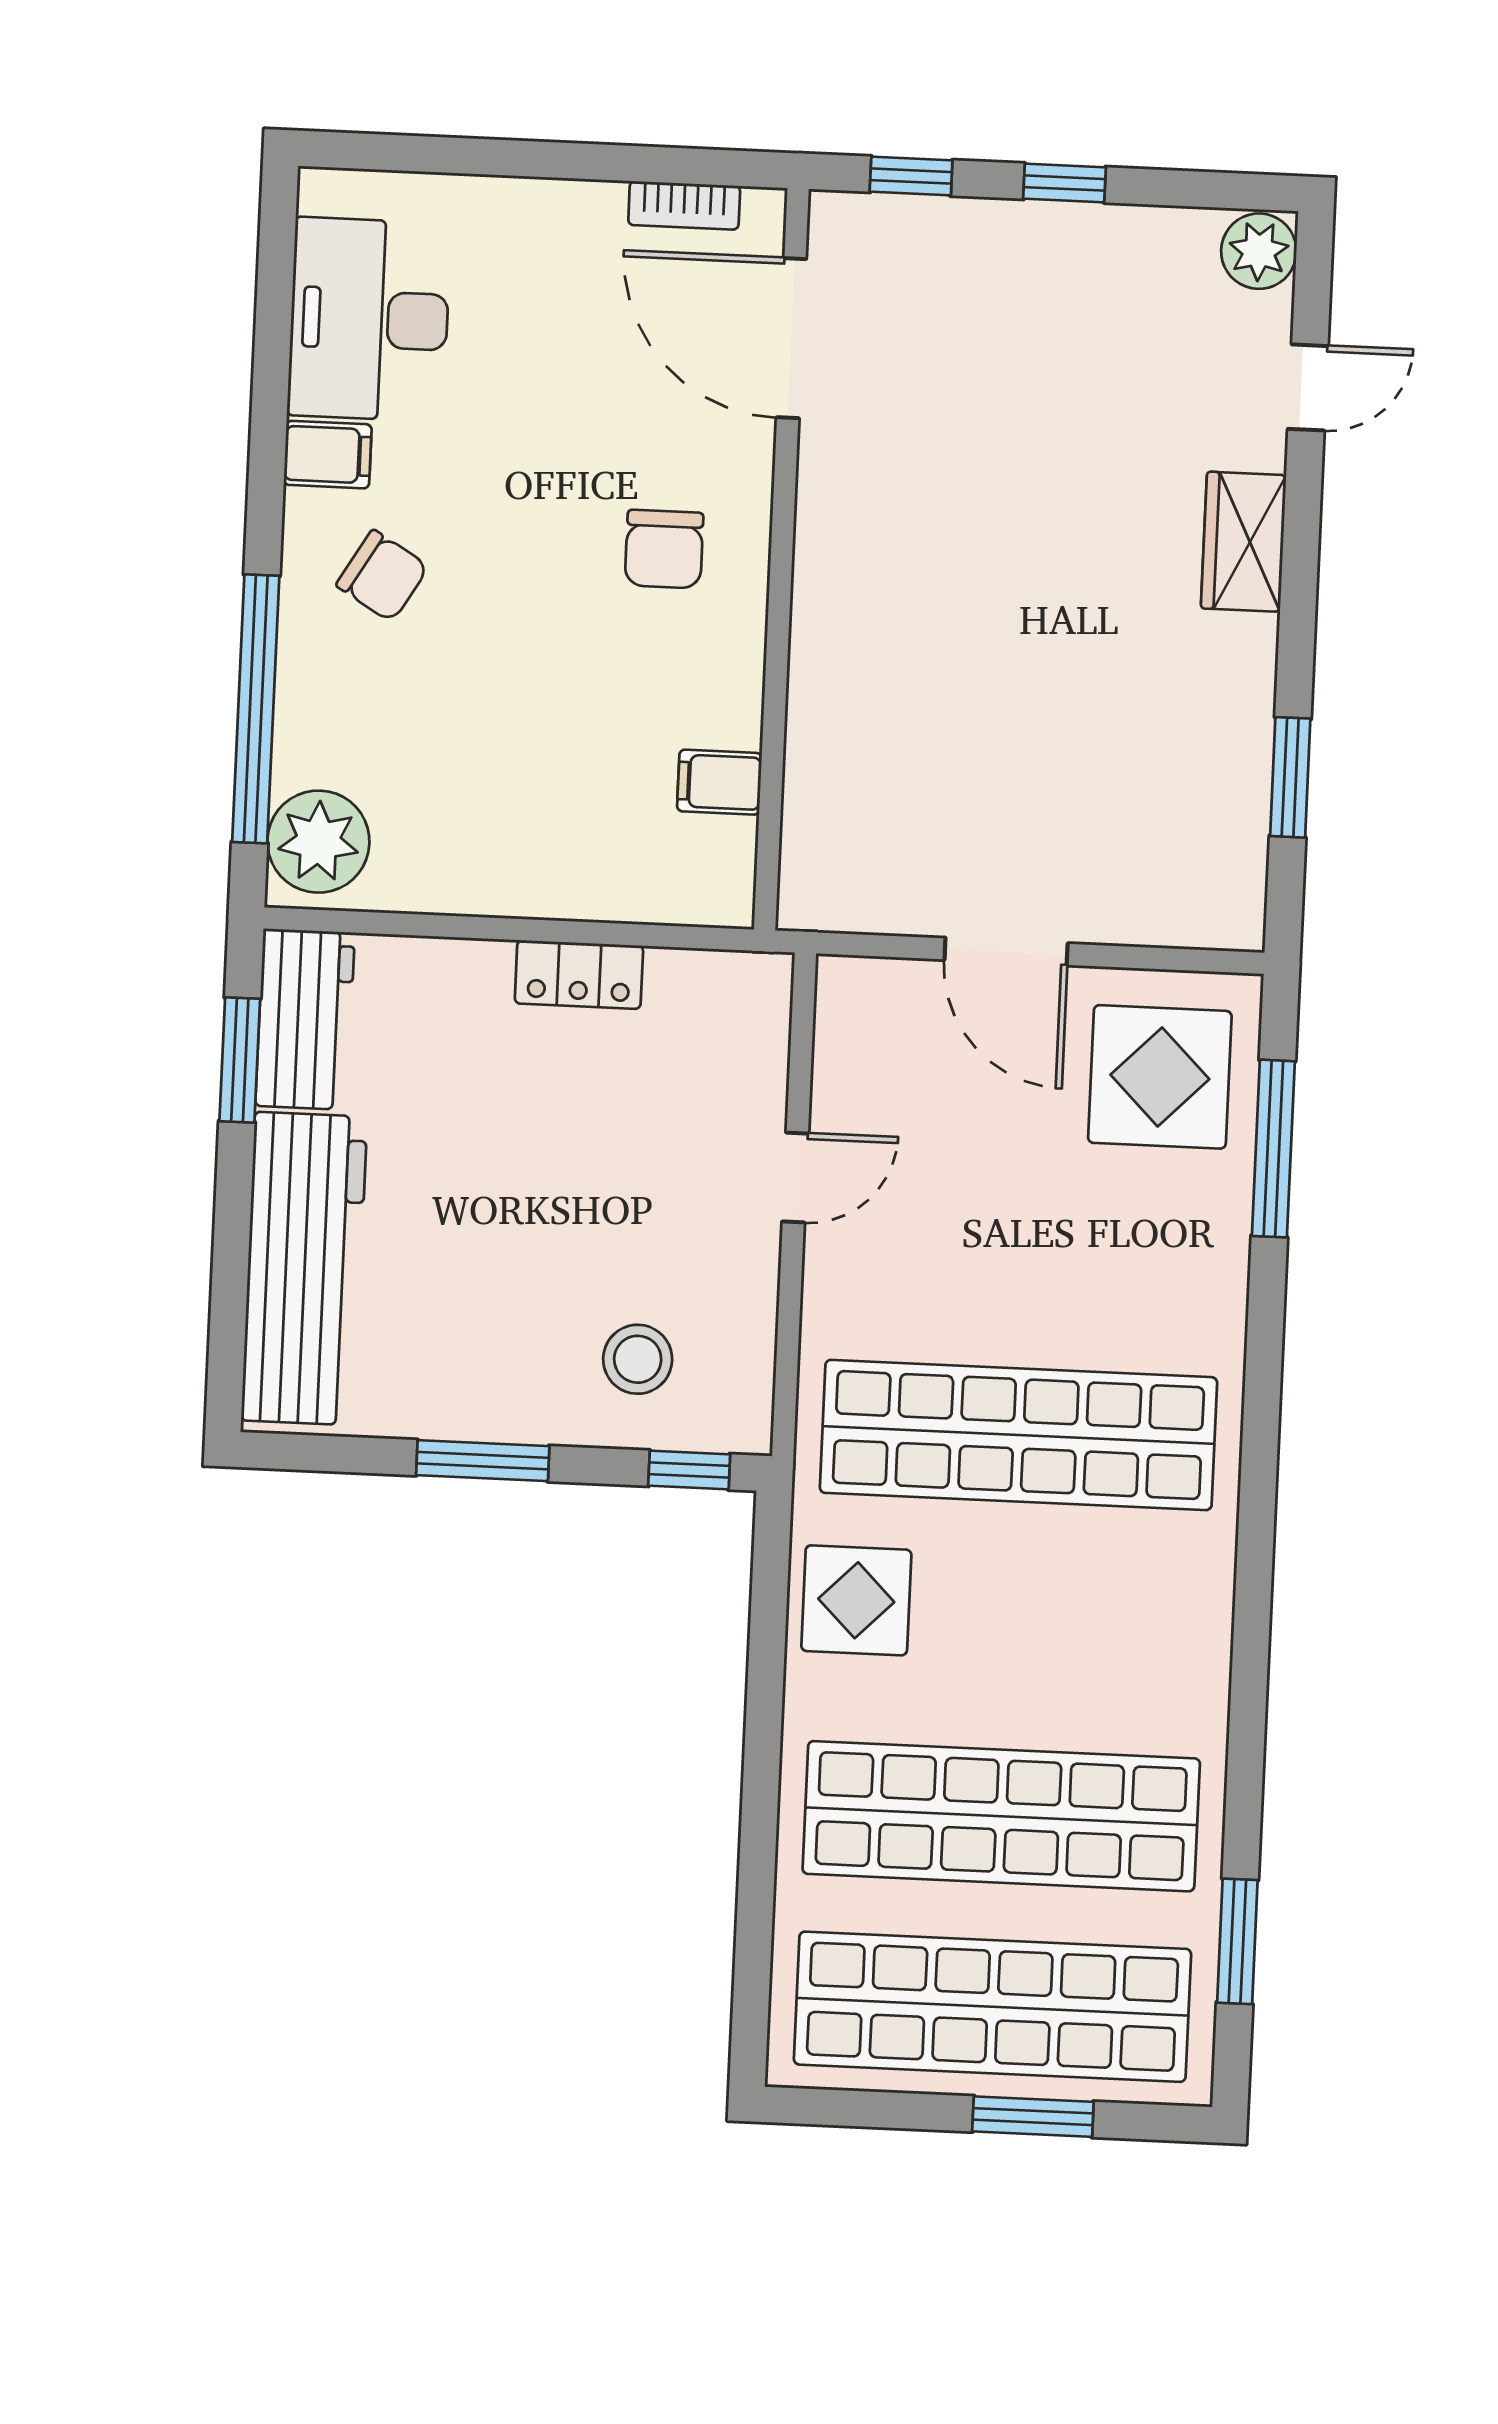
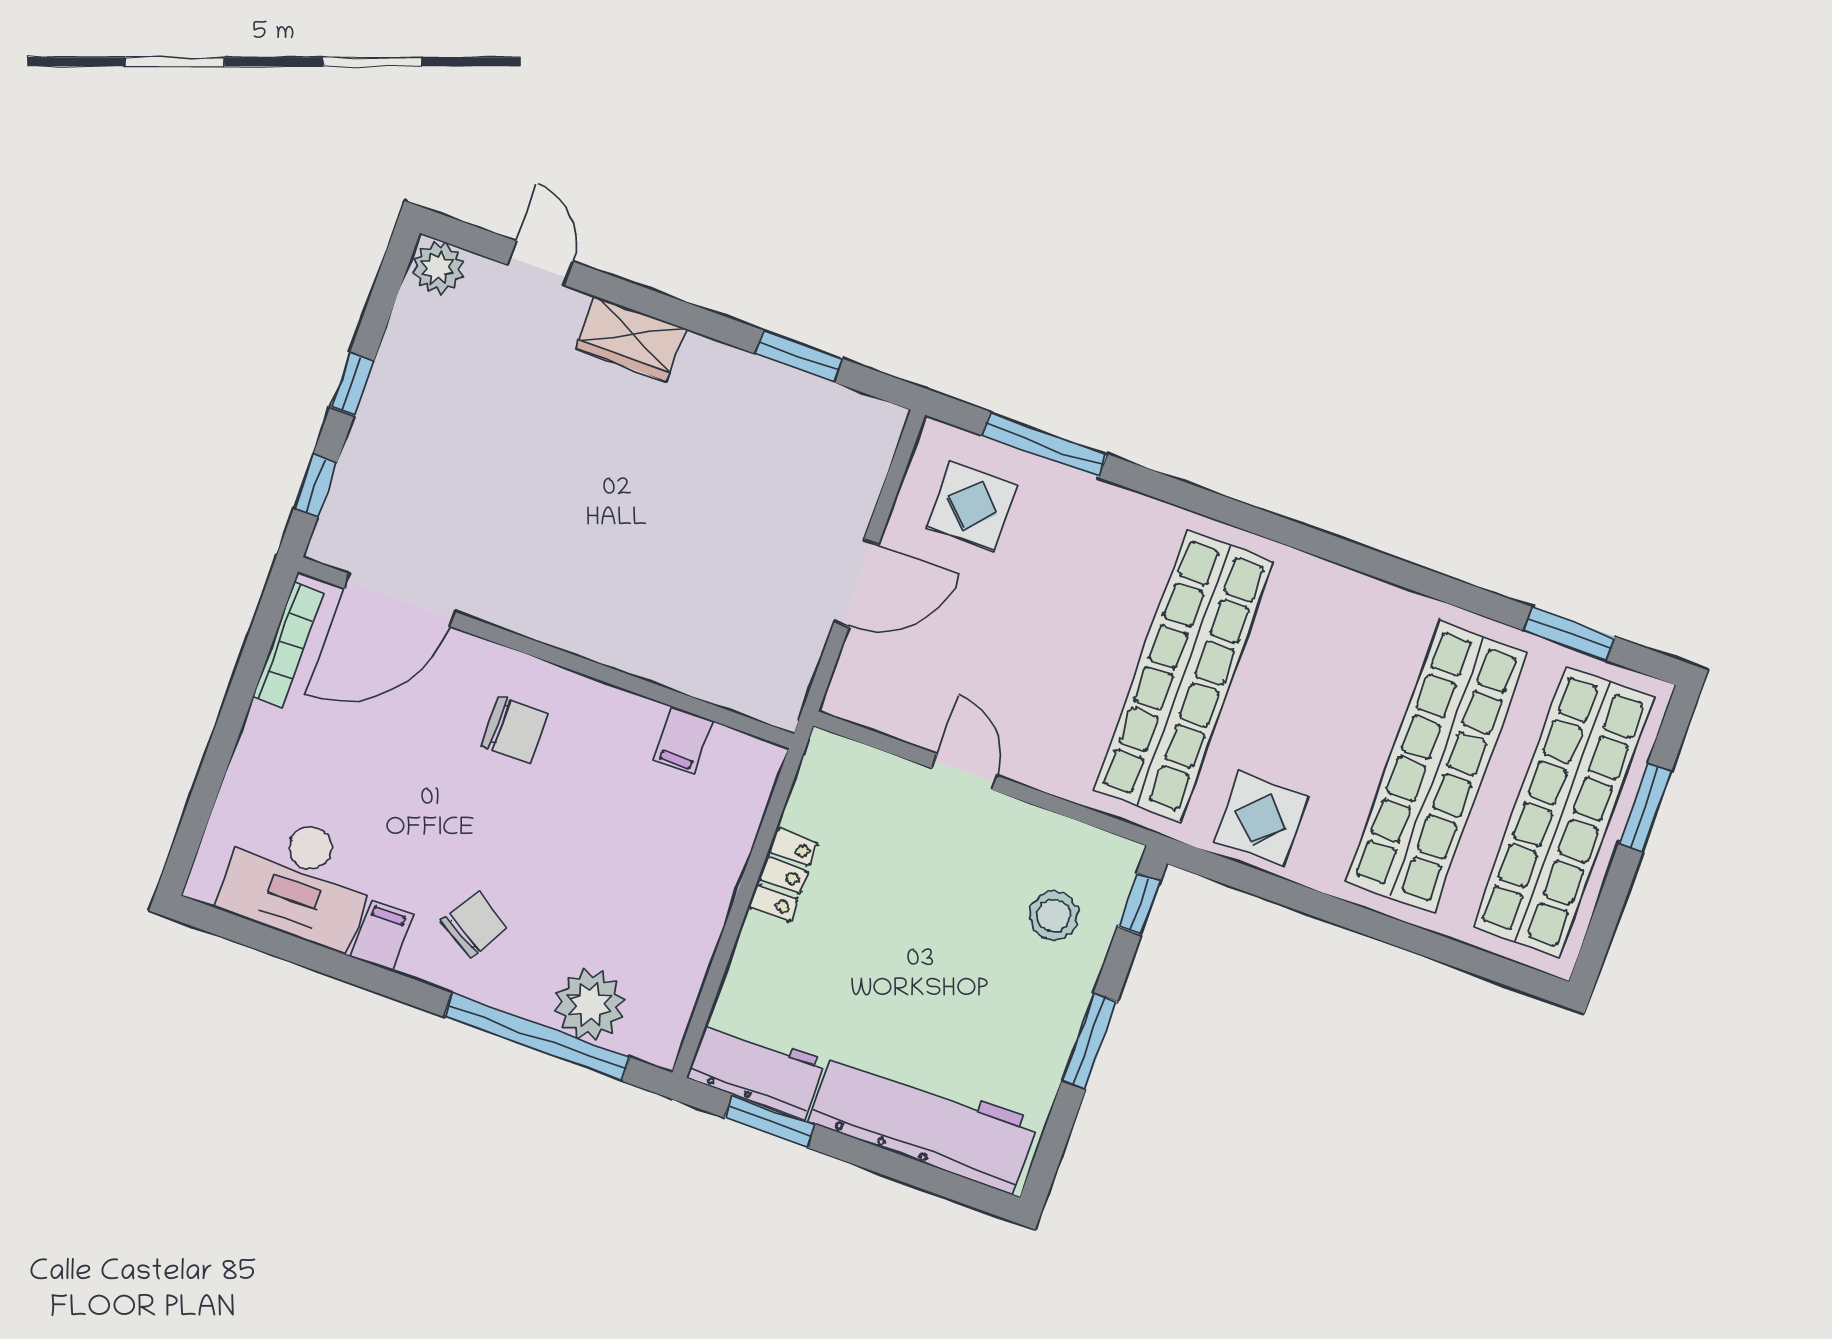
bookcase: (684, 205) -> (288, 644), width x1.56
plant: (318, 842) -> (590, 1005), moved
display table: (1160, 1077) -> (973, 506), width x0.73, depth x0.73

